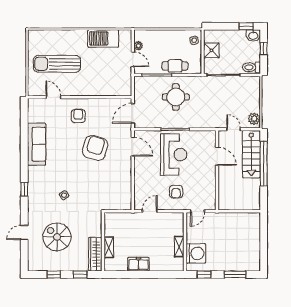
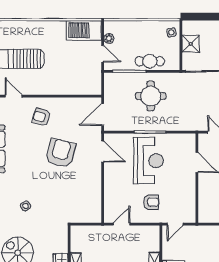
barbecue: (103, 38) -> (84, 30), moved
armchair: (78, 116) -> (41, 117), turned -74
armchair: (176, 192) -> (151, 202), turned -90

